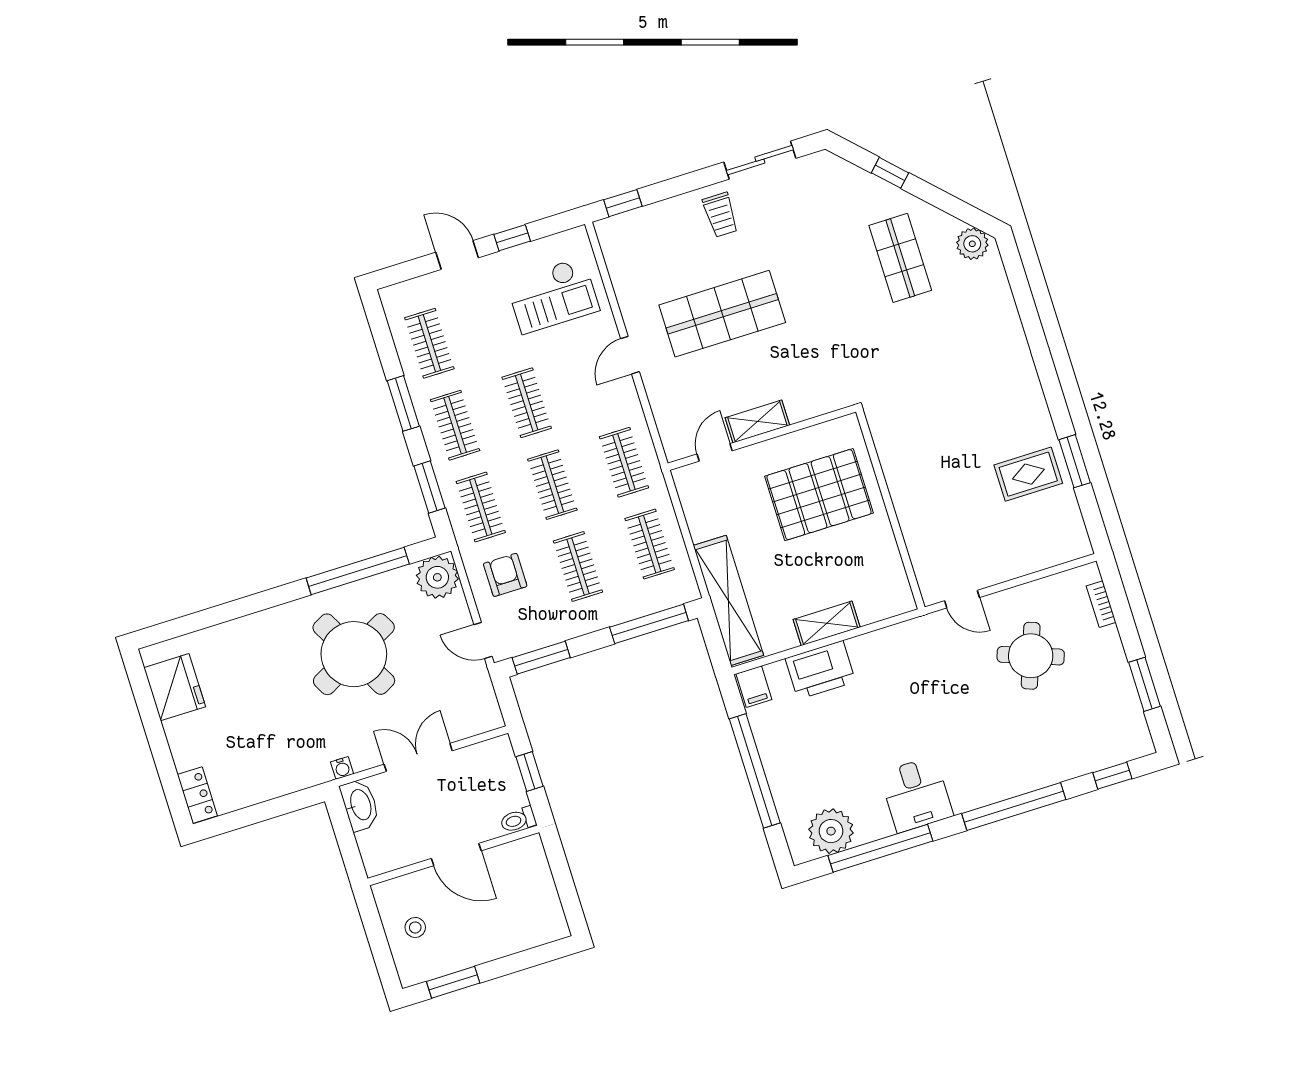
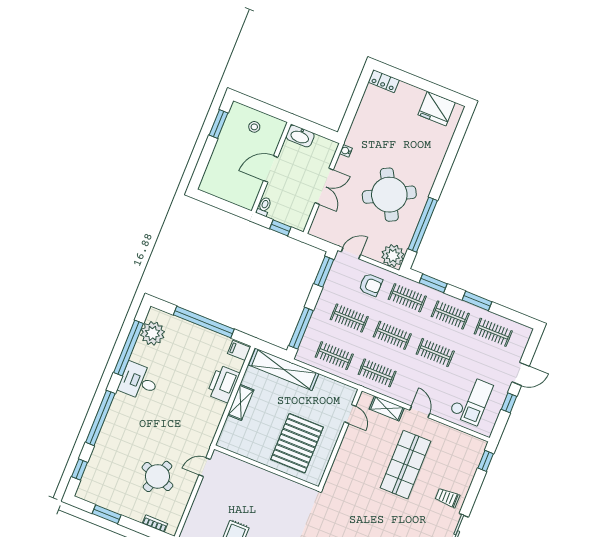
checkout: (553, 295) -> (471, 400), turned 180
shelving: (757, 421) -> (387, 408), moved, turned 90
washbasin: (360, 805) -> (300, 136), moved

